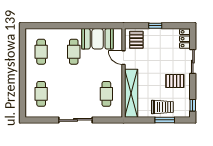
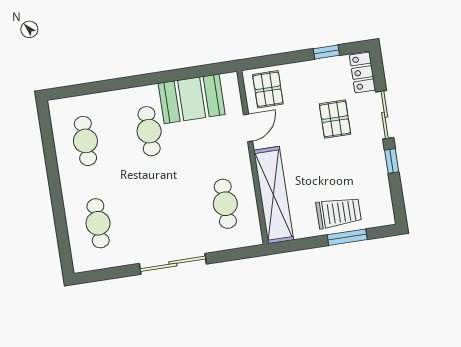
window: (155, 26) -> (326, 52), moved
door: (124, 58) -> (248, 128), swing flipped
pallet: (175, 81) -> (335, 119), moved, turned 90
window: (193, 105) -> (392, 161), moved

